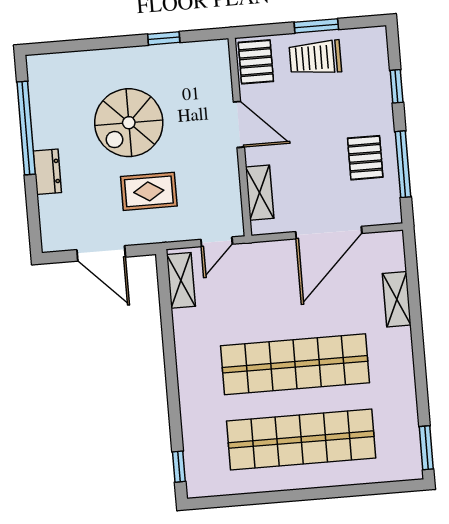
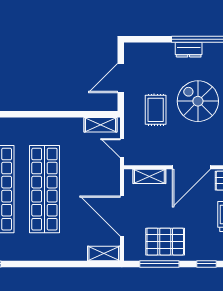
door: (239, 124) -> (191, 167), width x1.36
pallet: (365, 158) -> (165, 242), width x1.50, depth x1.42
dresser: (47, 172) -> (189, 50), moved
shelving: (397, 299) -> (104, 254), moved

